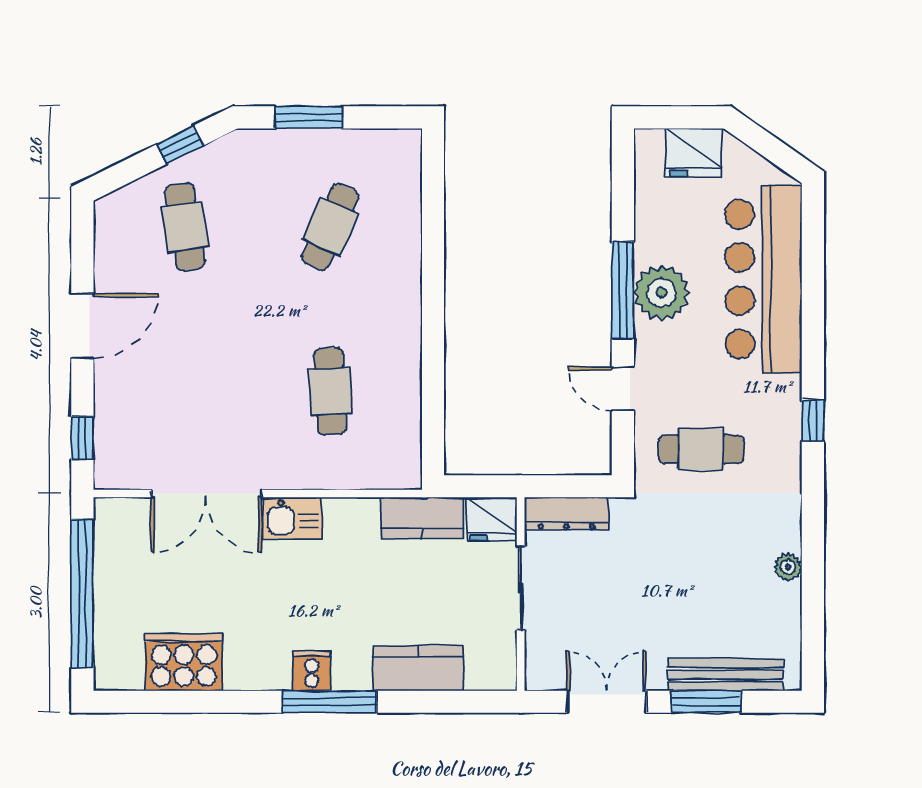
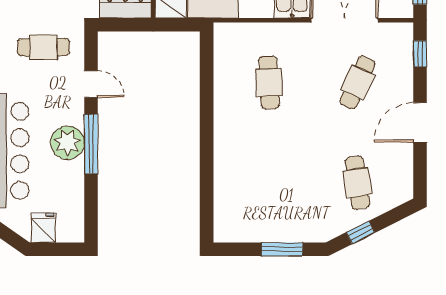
fridge: (693, 152) -> (43, 228), width x0.72
cafe table: (330, 227) -> (358, 82), moved

